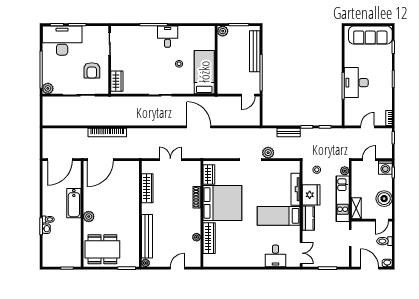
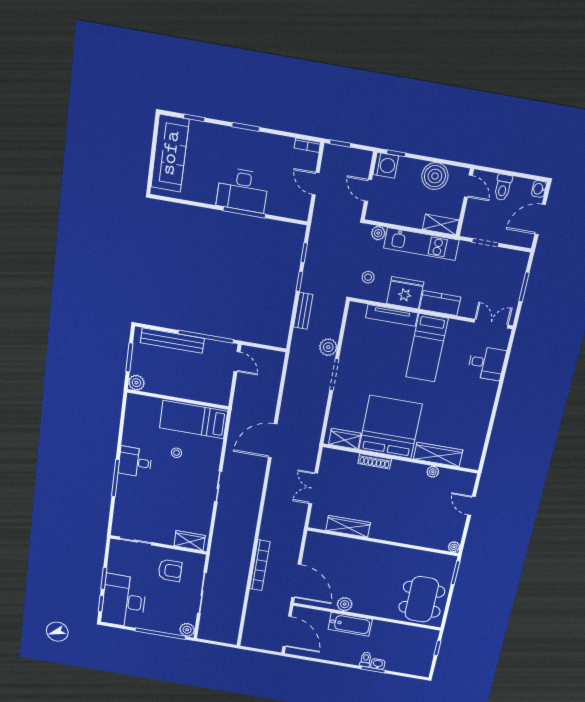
plant: (89, 216) -> (345, 604), moved
bench: (147, 236) -> (417, 538), removed

